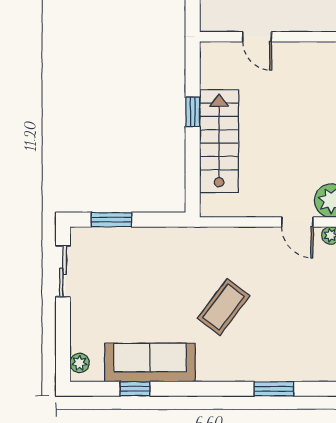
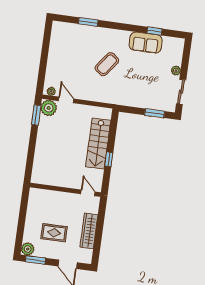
door: (257, 37) -> (88, 193), moved
plant: (80, 363) -> (176, 71), moved
sofa: (150, 363) -> (146, 43), width x0.73

